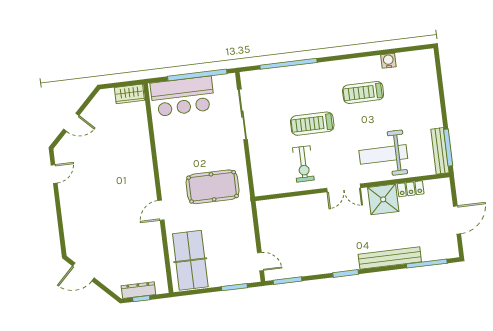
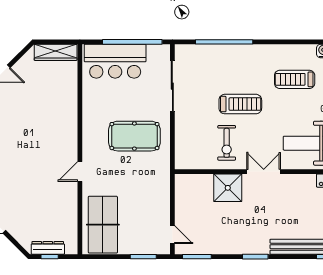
wardrobe: (129, 94) -> (56, 52), width x1.50
treadmill: (312, 124) -> (240, 104), turned 180
pool table: (213, 187) -> (134, 136), moved
double door: (344, 188) -> (264, 172), swing flipped
shower: (383, 199) -> (228, 188), moved

